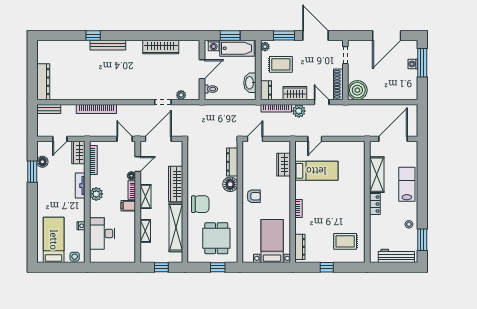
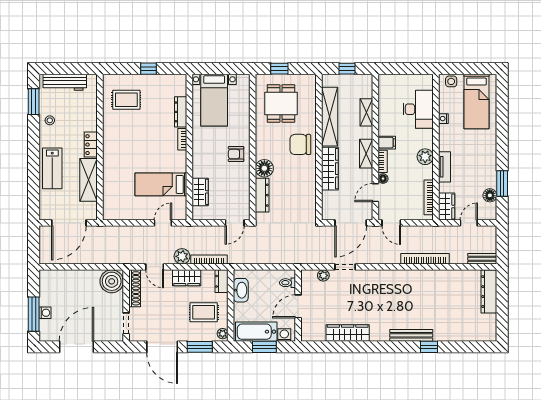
dresser: (300, 247) -> (181, 112), moved

